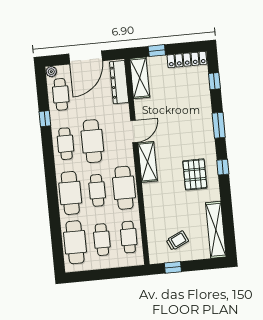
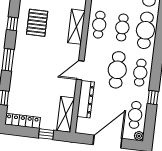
dresser: (119, 82) -> (86, 99), moved
shelving: (148, 162) -> (76, 27), moved
cafe table: (124, 188) -> (99, 25), width x0.73, depth x0.74

